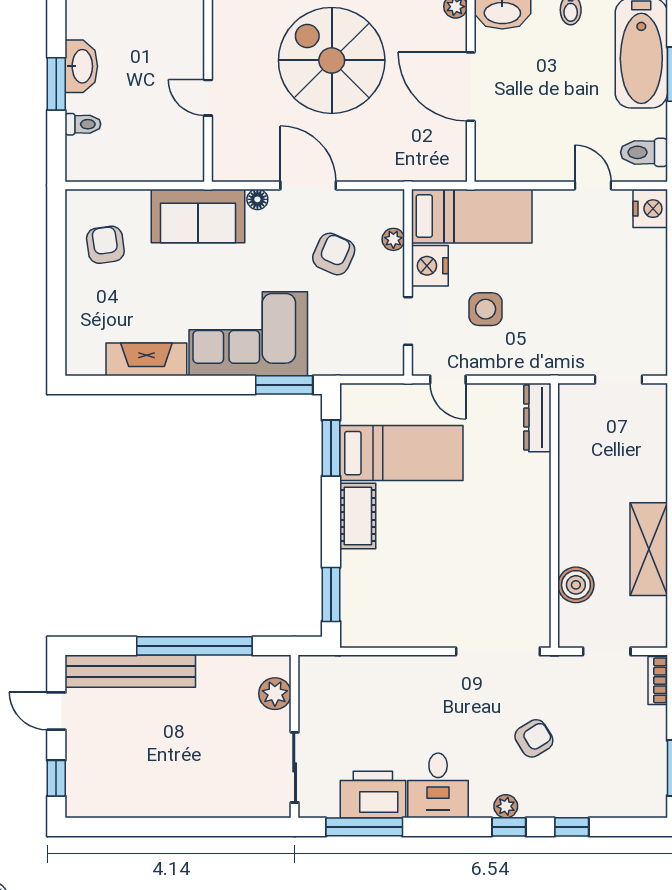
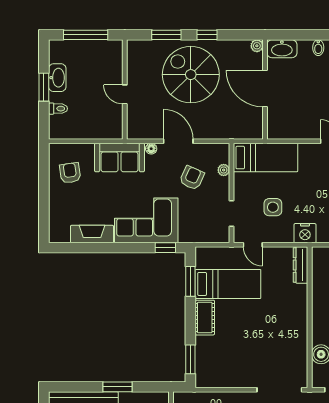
nightstand: (430, 266) -> (305, 233), moved, turned -90
window: (284, 385) -> (165, 248), width x0.67
window: (194, 646) -> (118, 387), width x0.47

